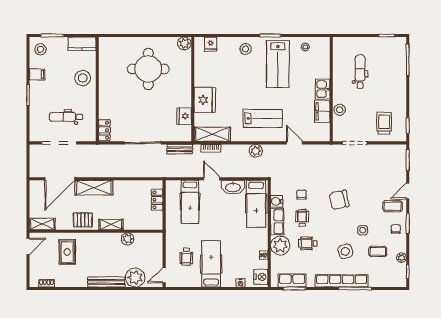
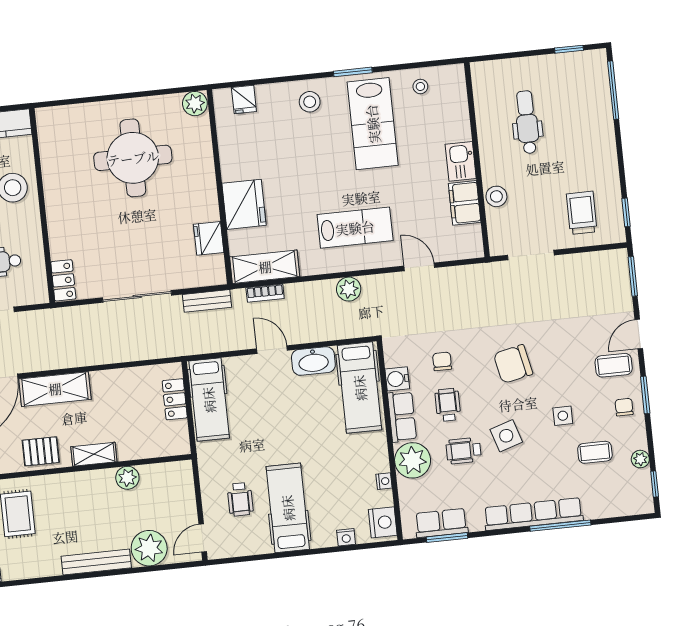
hospital bed: (190, 202) -> (209, 400), moved
side table: (345, 251) -> (506, 436), moved

